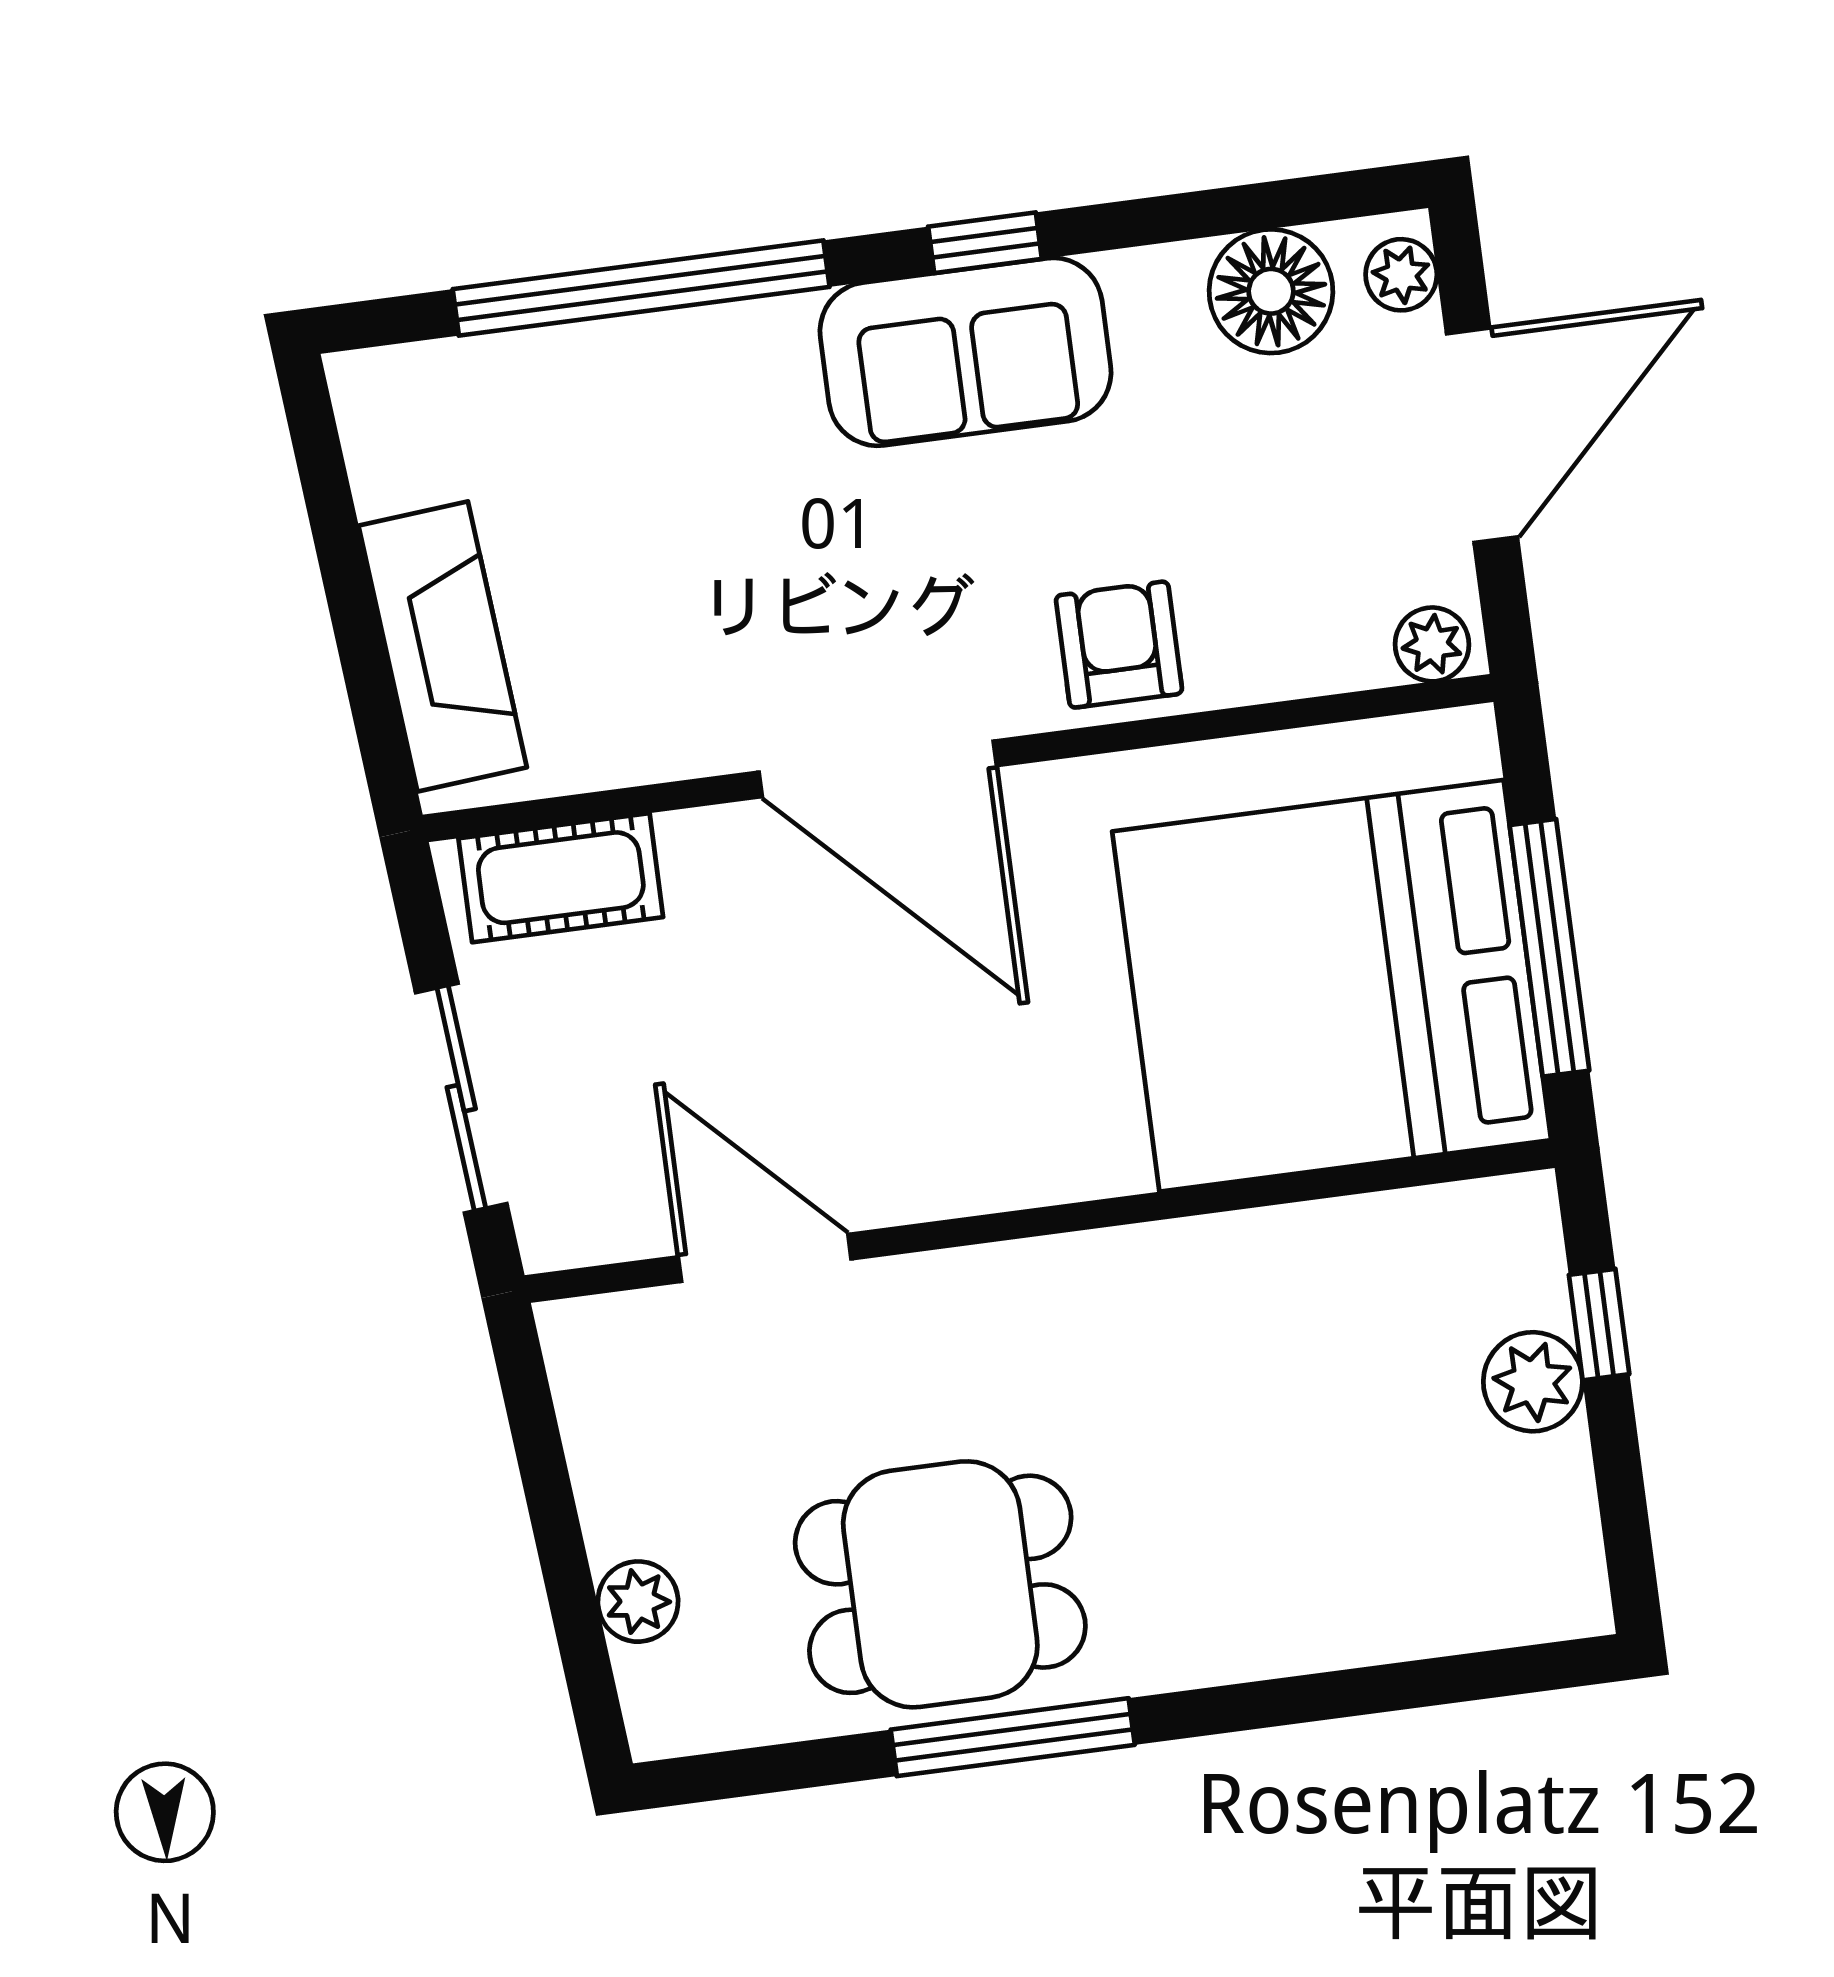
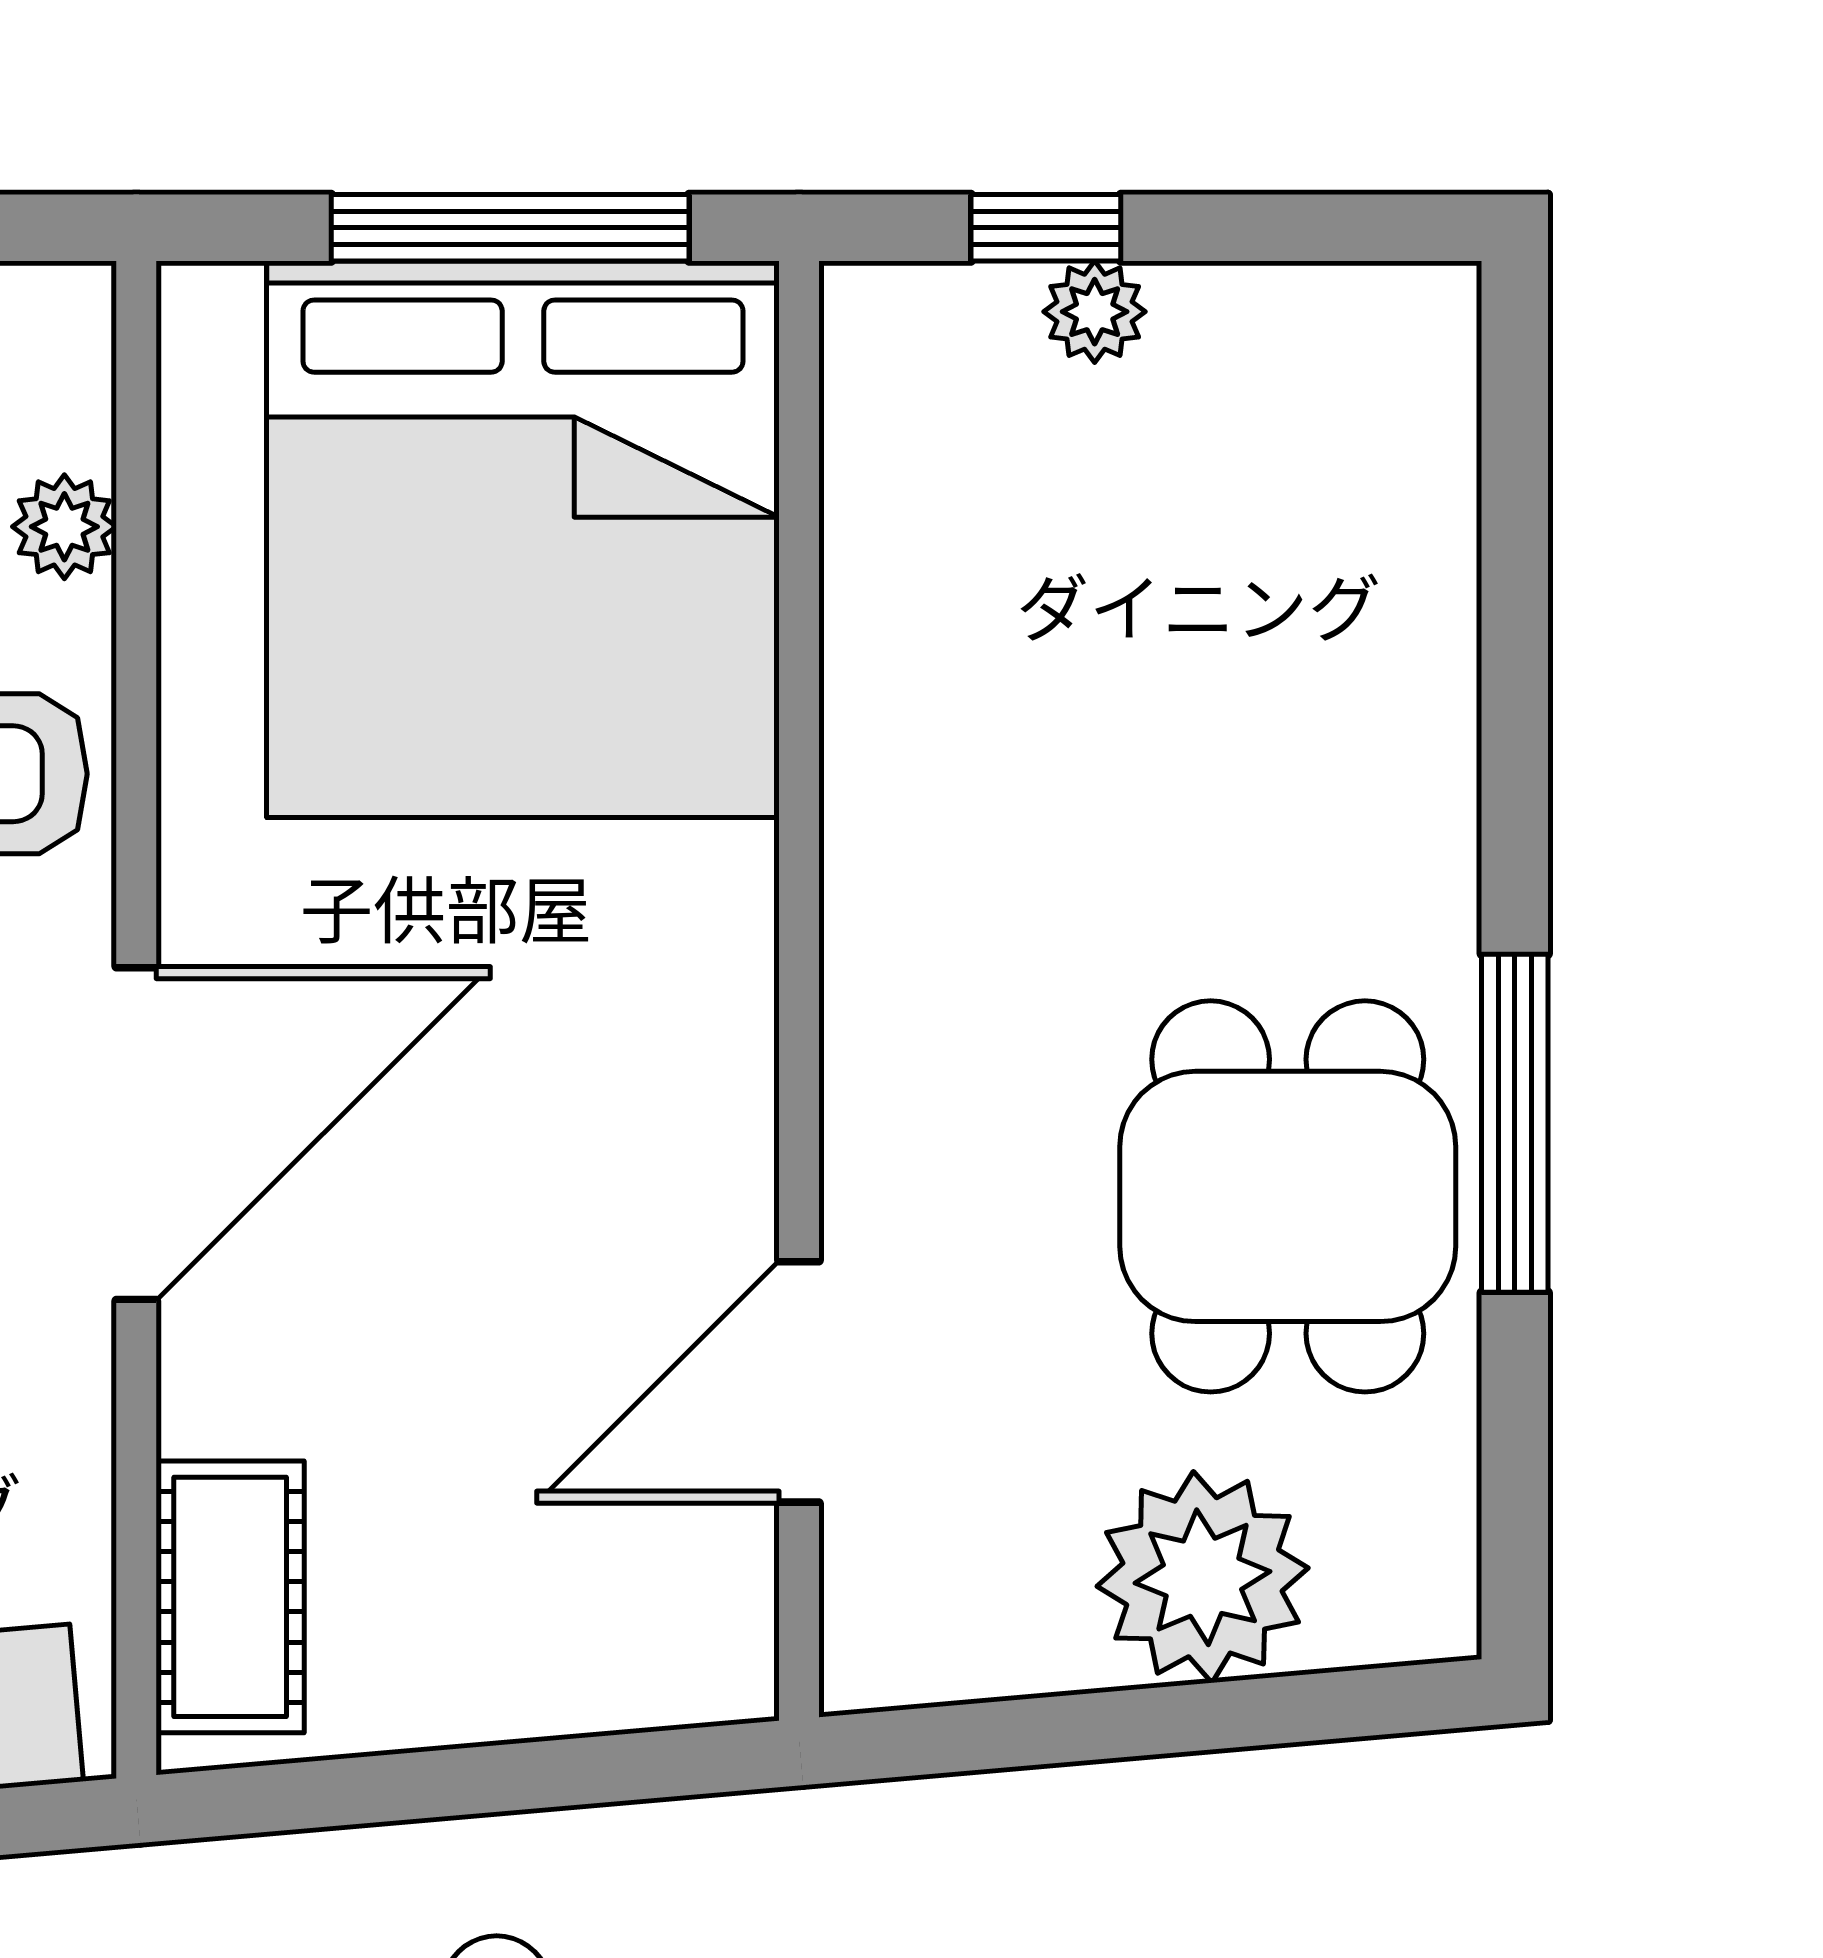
plant: (1432, 644) -> (64, 527), moved
sliding door: (461, 1098) -> (520, 1777), removed
plant: (1533, 1382) -> (1095, 312), width x0.73, depth x0.73
plant: (638, 1602) -> (1203, 1577), width x1.88, depth x1.88

